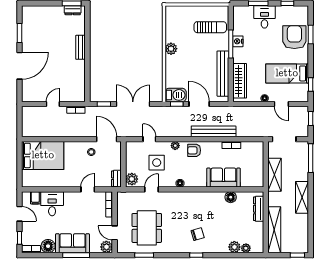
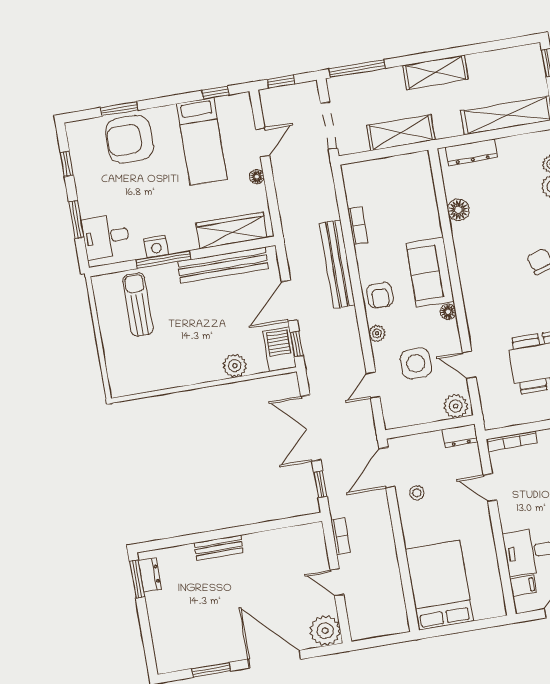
desk: (264, 17) -> (106, 237), moved
plant: (171, 49) -> (235, 366), moved
plant: (30, 94) -> (325, 631), added
sofa: (223, 178) -> (430, 272), moved

